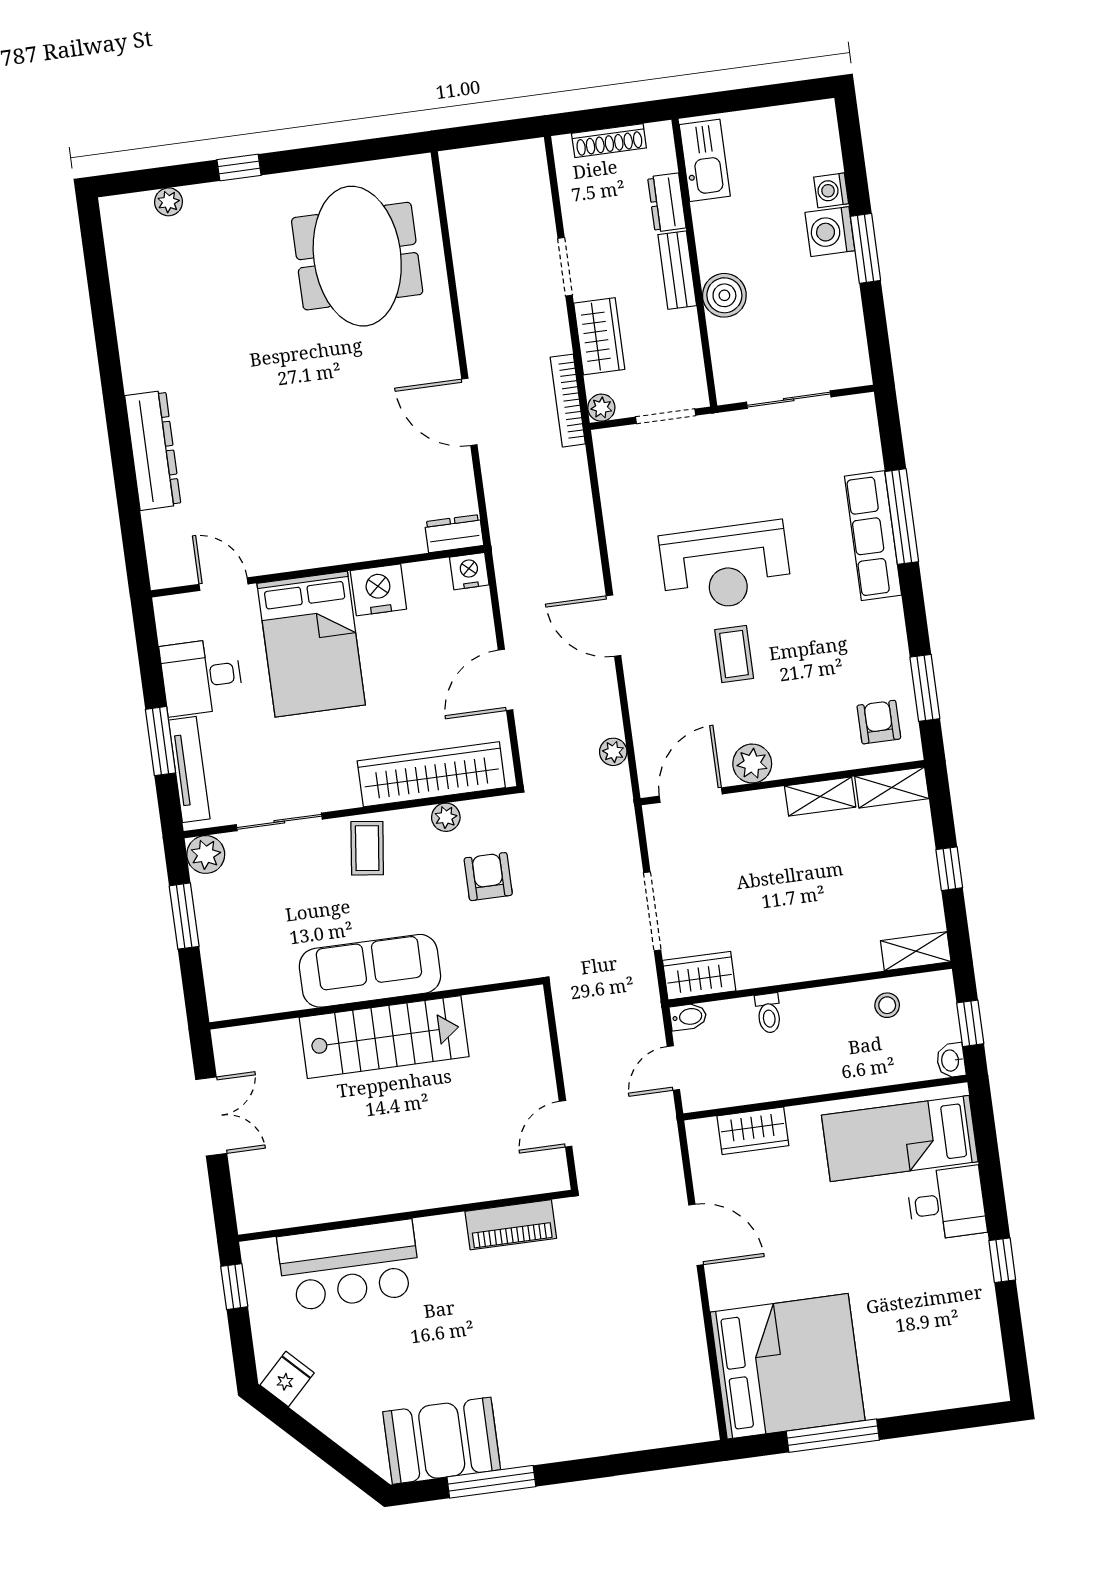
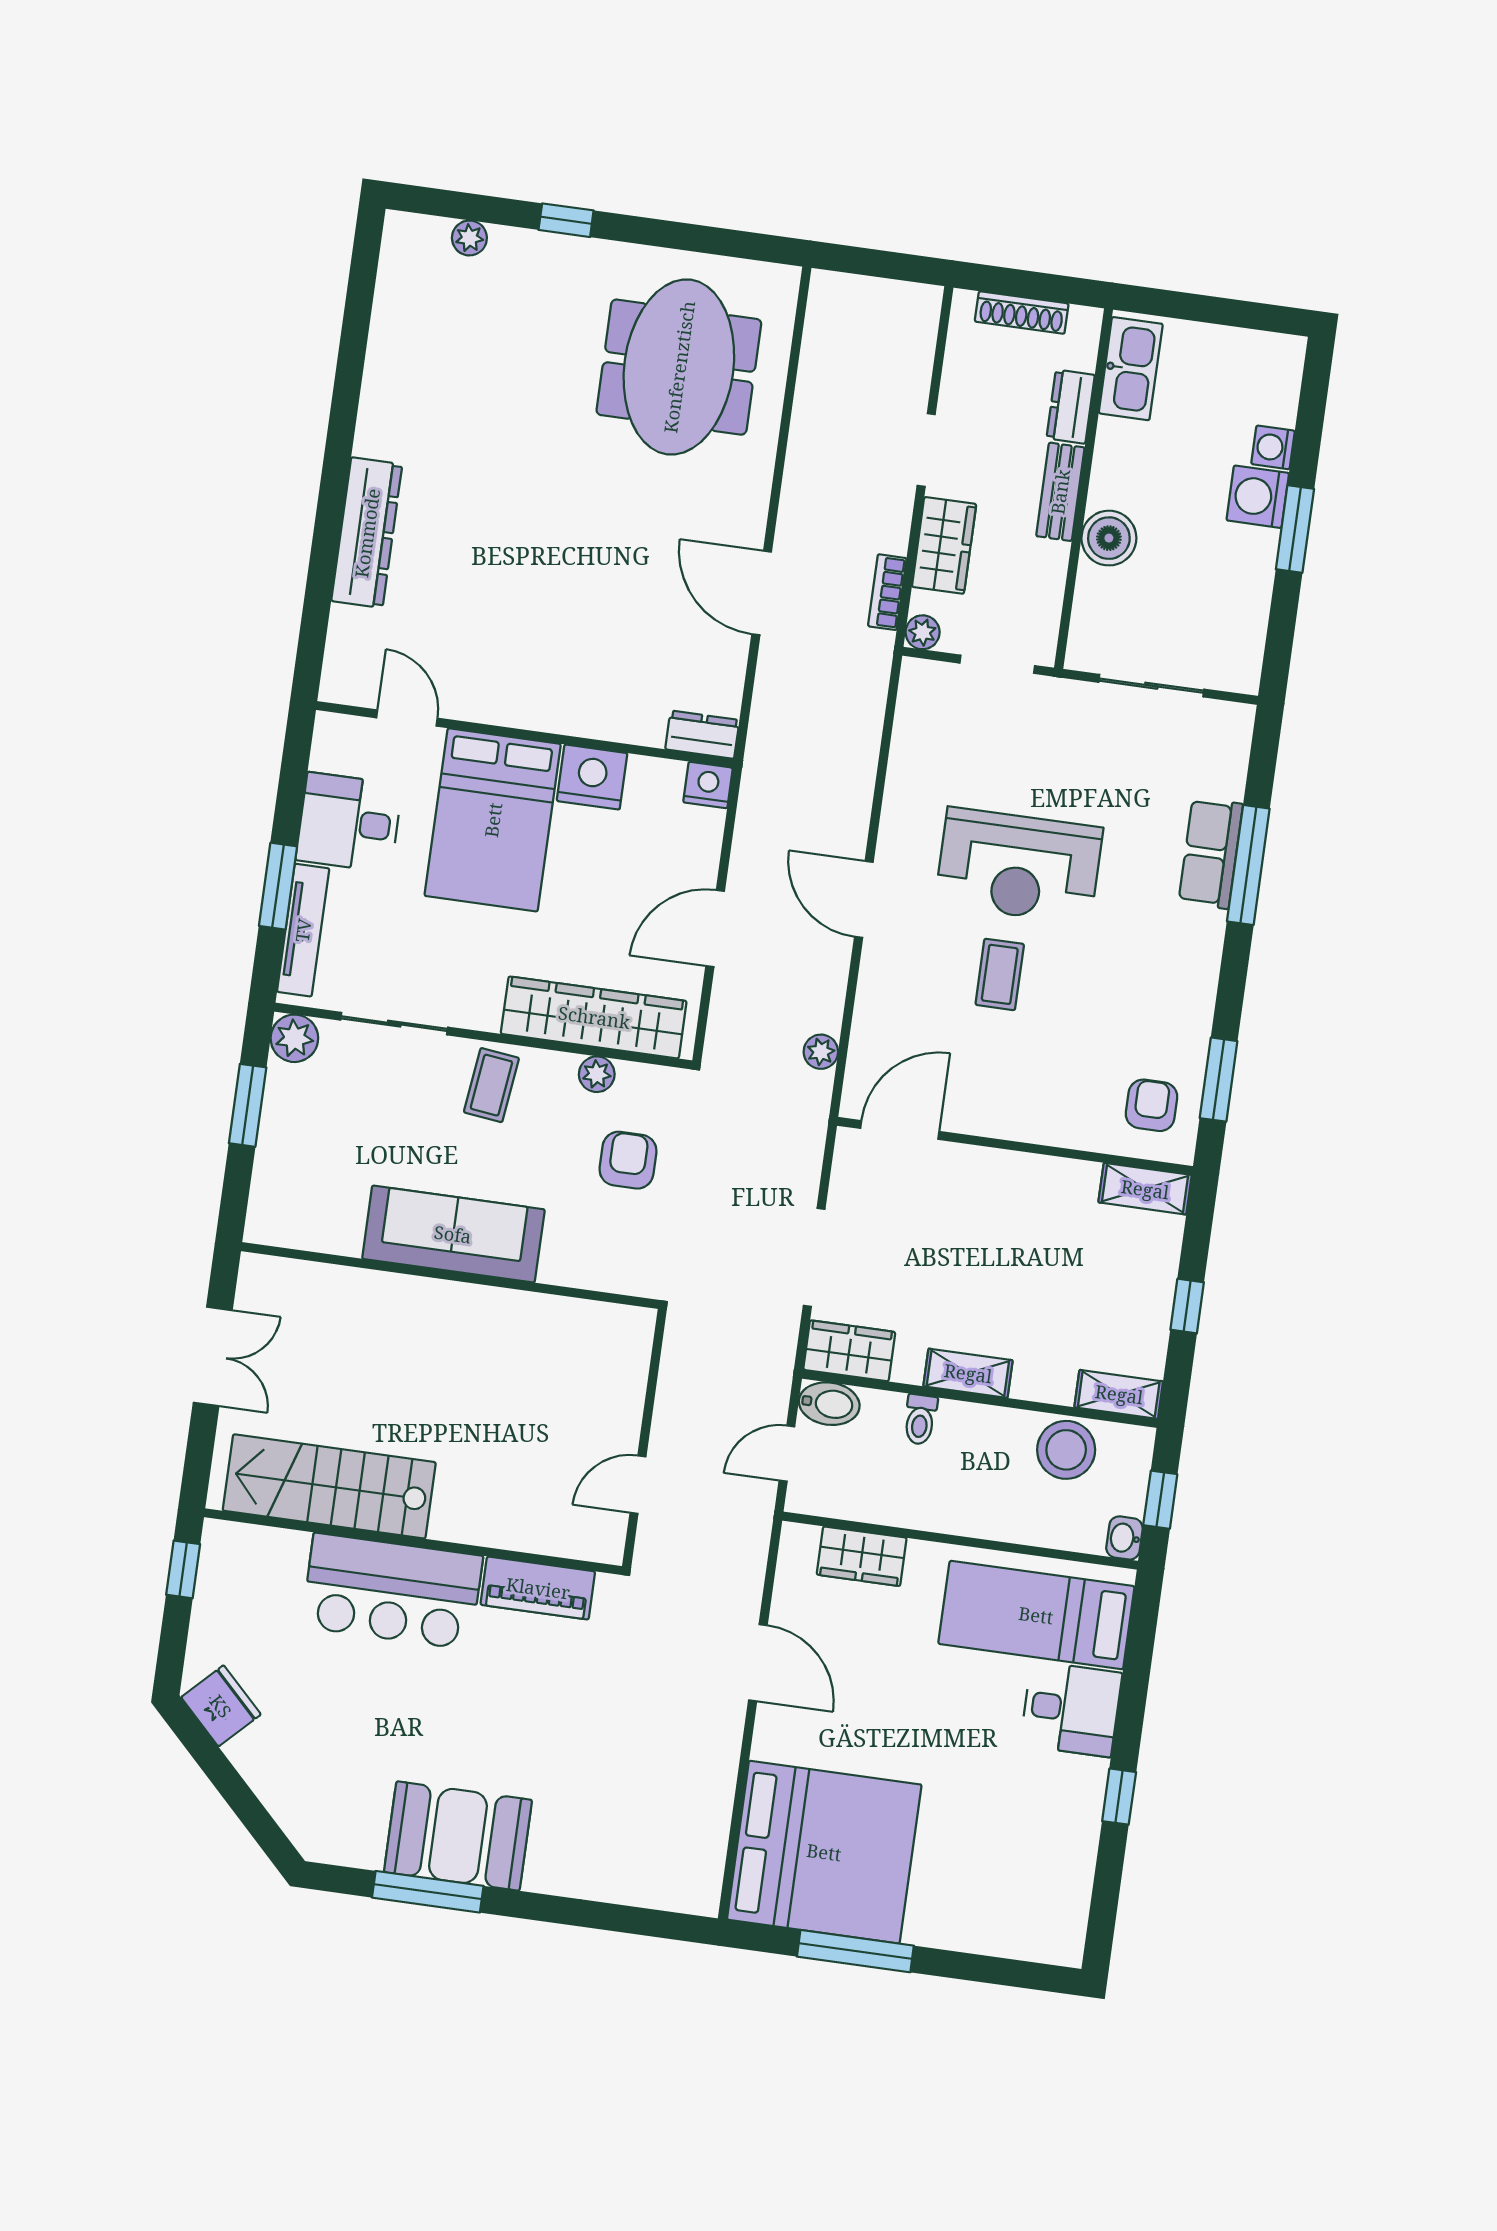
bookcase: (568, 401) -> (887, 592), width x0.64
row of seats: (873, 536) -> (1211, 853), width x0.68
plant: (752, 763) -> (985, 1113), removed
shelving: (820, 797) -> (968, 1373), moved
stool: (887, 1005) -> (1066, 1450), width x1.89, depth x1.89
bidet: (688, 1017) -> (829, 1404), width x1.38, depth x1.36
stairs: (384, 1037) -> (329, 1486), moved, turned 180
bar counter: (349, 1265) -> (392, 1591), moved
fridge: (287, 1379) -> (221, 1706), width x1.38
booth: (442, 1441) -> (458, 1836), moved

